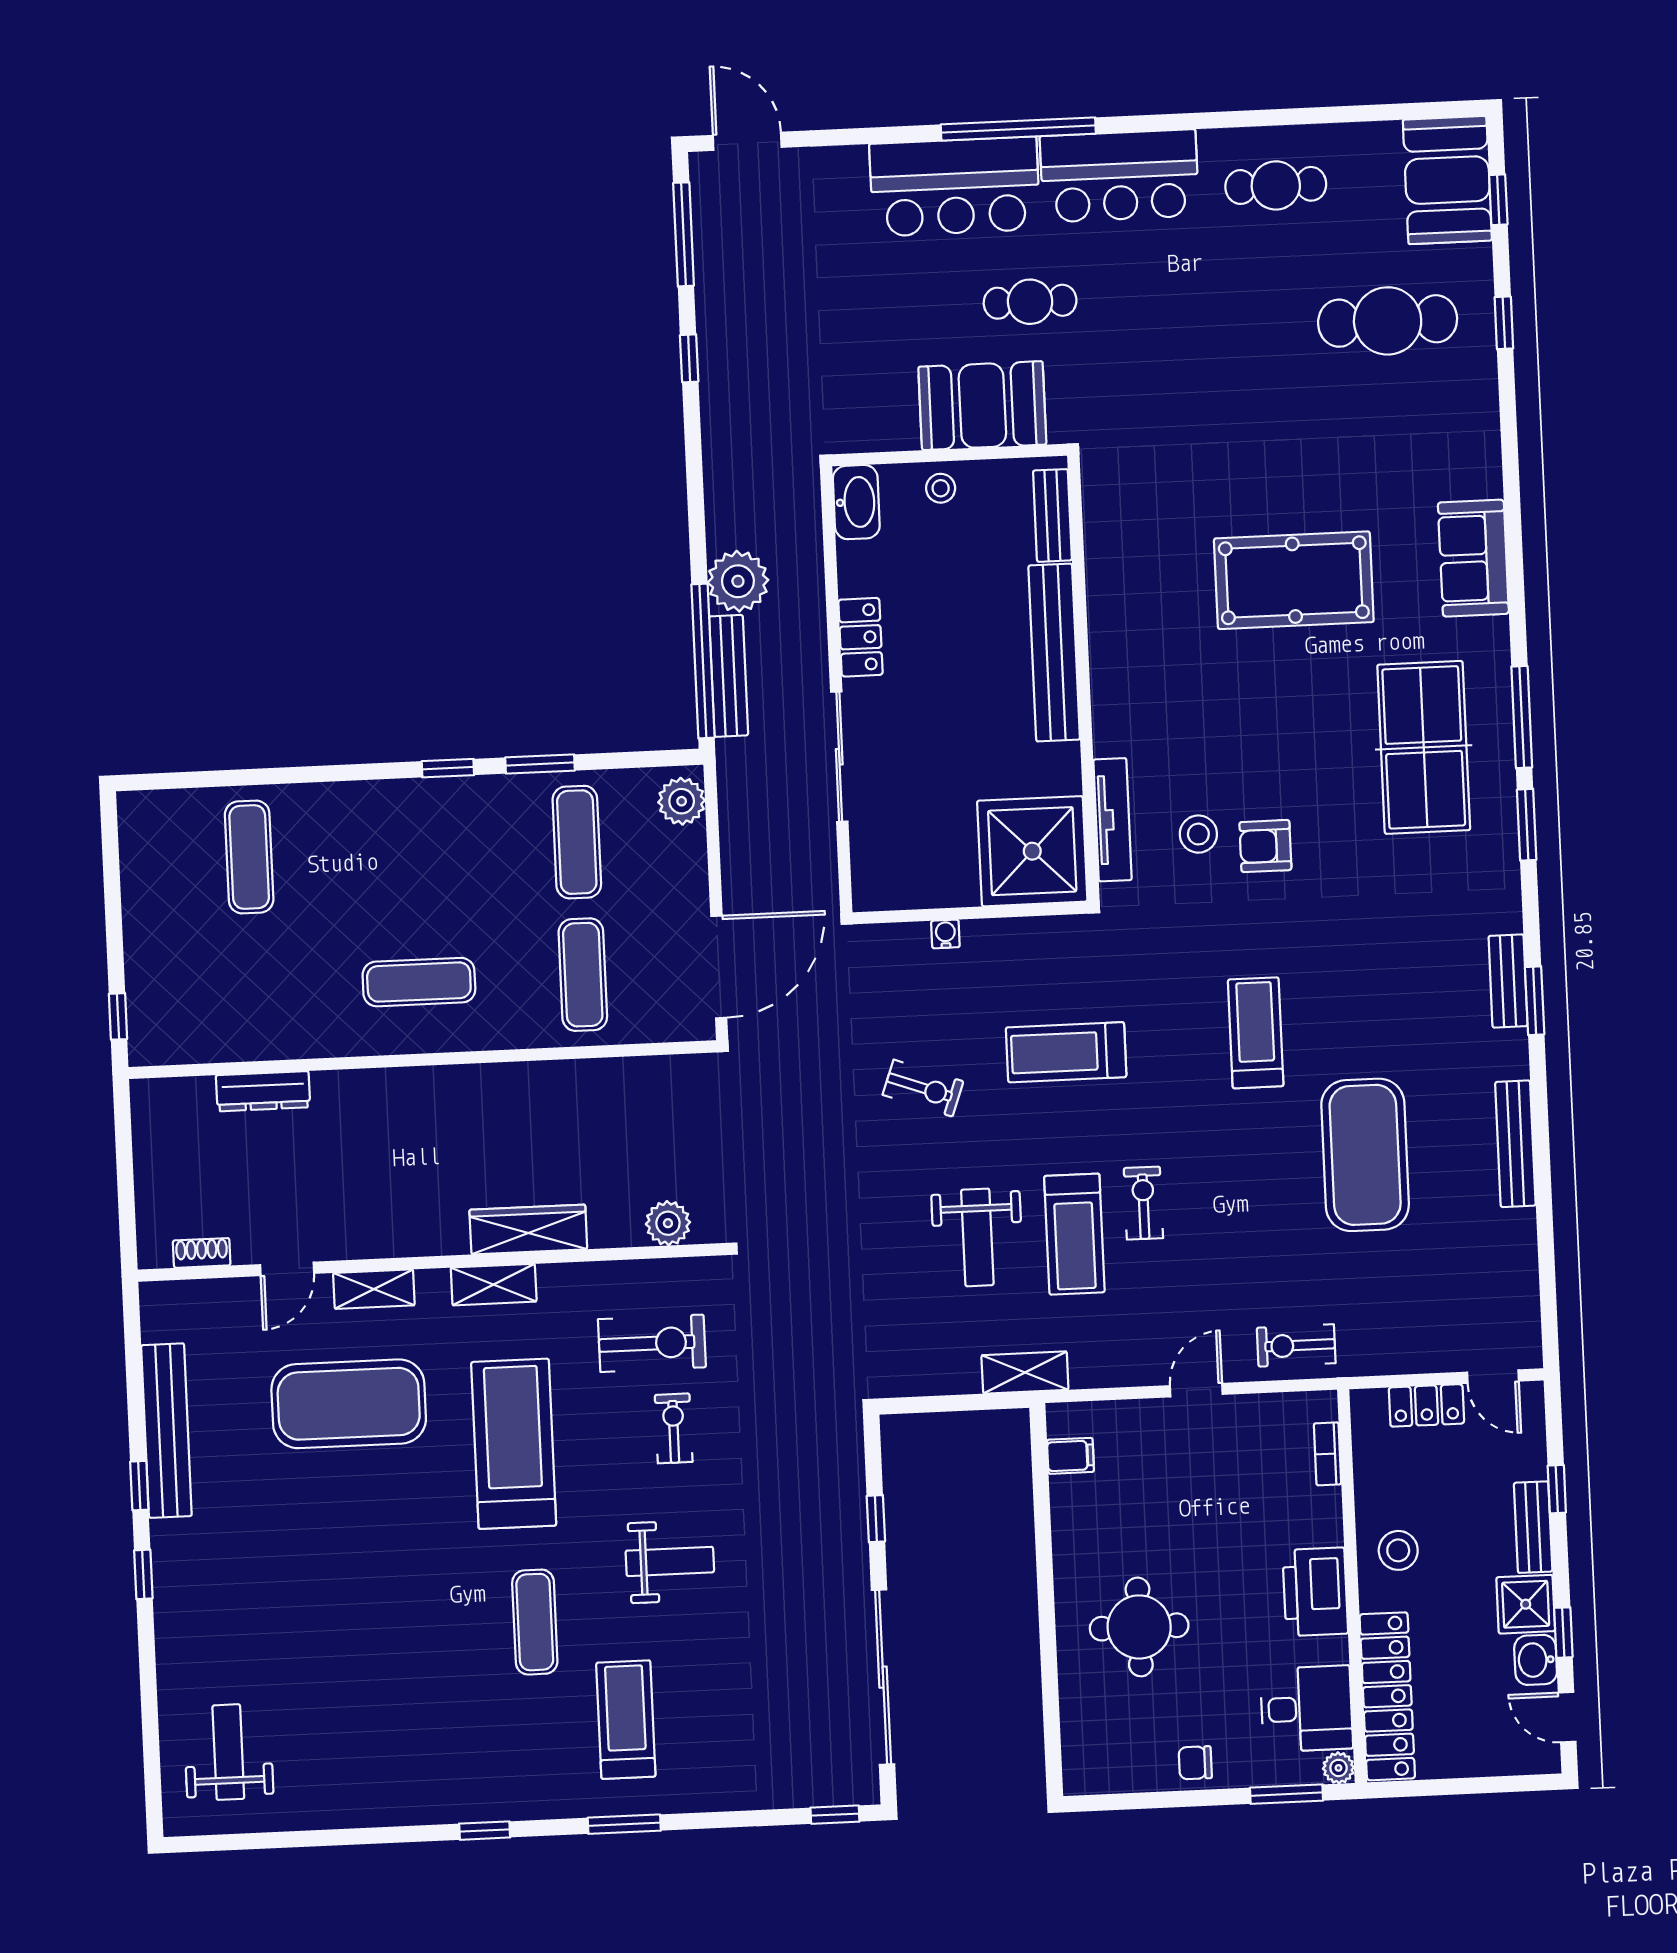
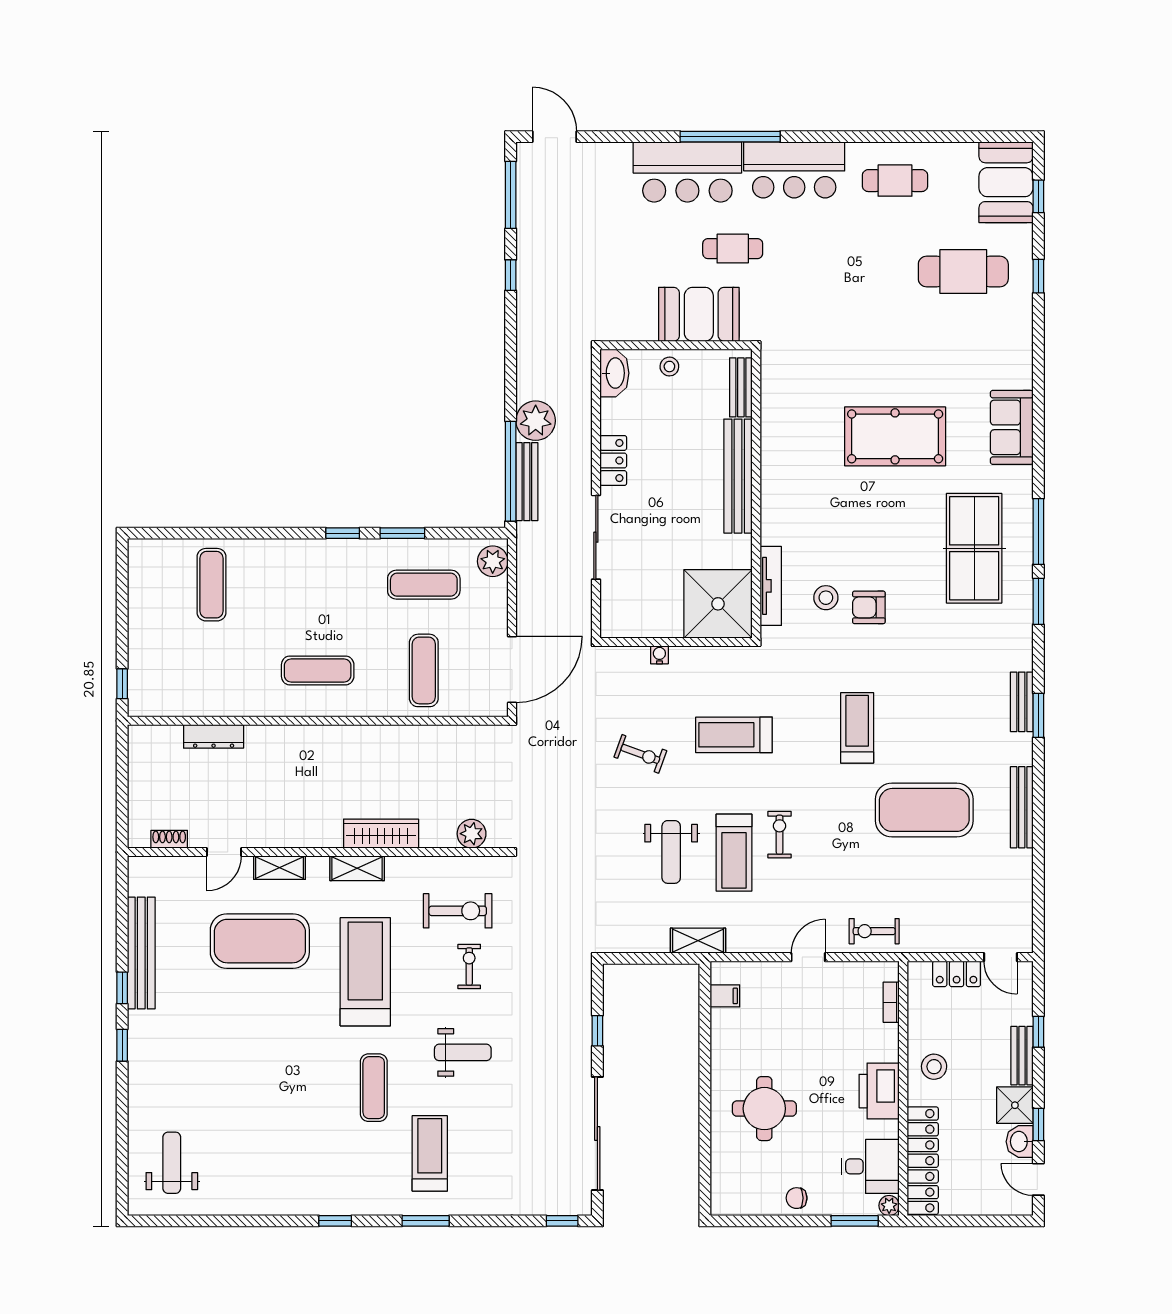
exercise mat: (577, 842) -> (424, 585), turned 90
exercise mat: (1365, 1155) -> (924, 810), turned 90

